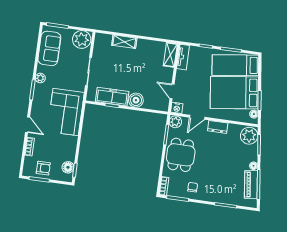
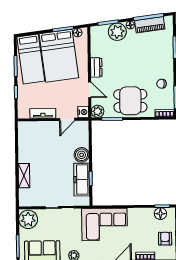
shelving: (170, 55) -> (30, 127), removed
tv unit: (183, 57) -> (43, 113), moved
plant: (249, 136) -> (117, 32), moved

